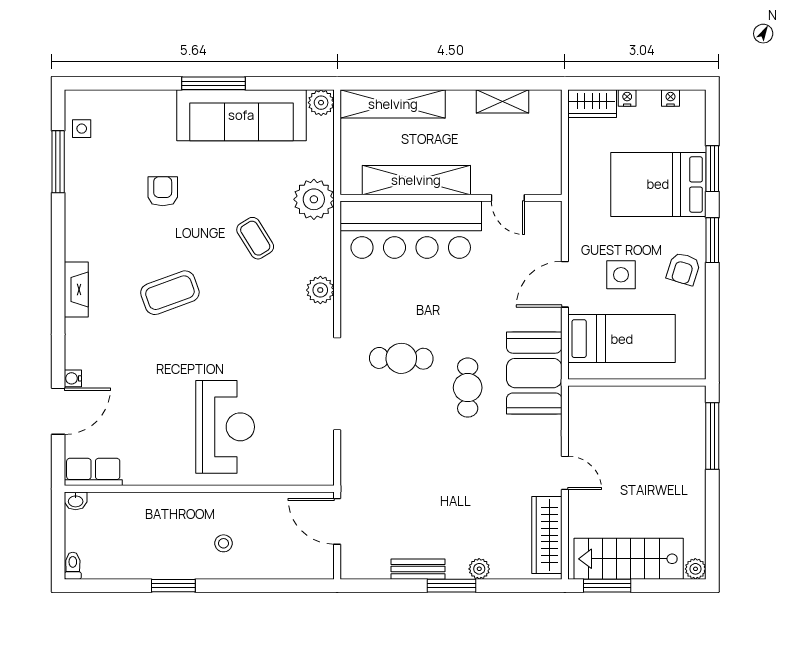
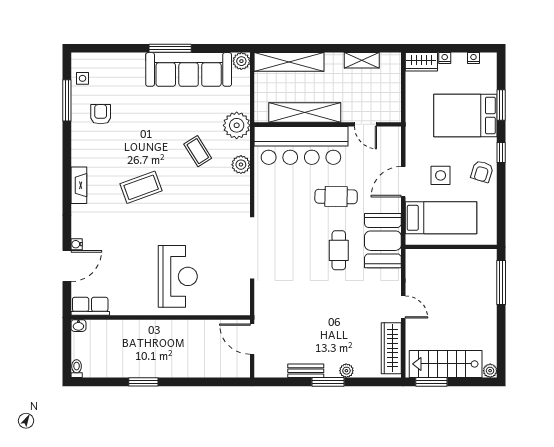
armchair: (163, 191) -> (101, 114), moved
window: (712, 240) -> (501, 152), width x0.67
plant: (320, 290) -> (241, 165), moved
cafe table: (401, 358) -> (336, 197), moved
stool: (224, 543) -> (177, 354), removed

